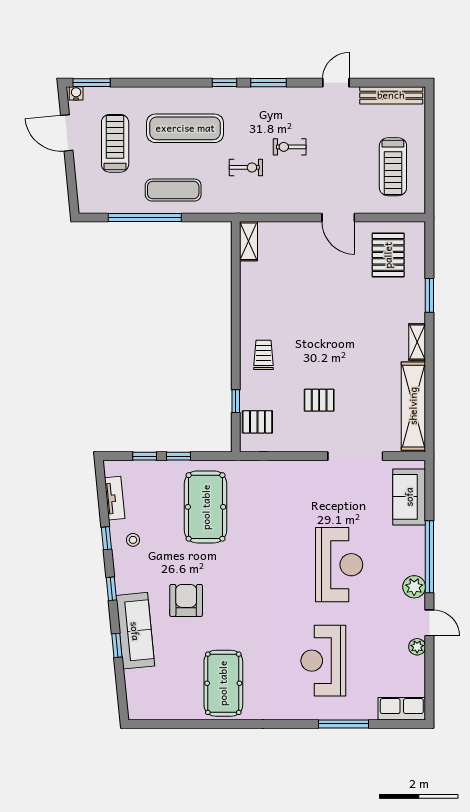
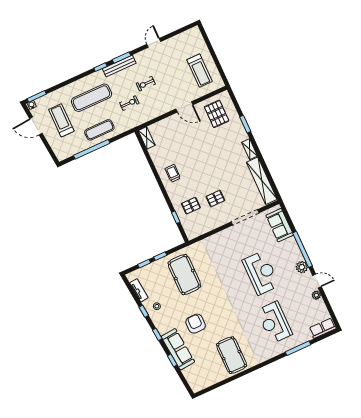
bench: (391, 95) -> (119, 66), moved
trolley: (263, 355) -> (173, 173), moved
pallet: (257, 422) -> (191, 206), moved

